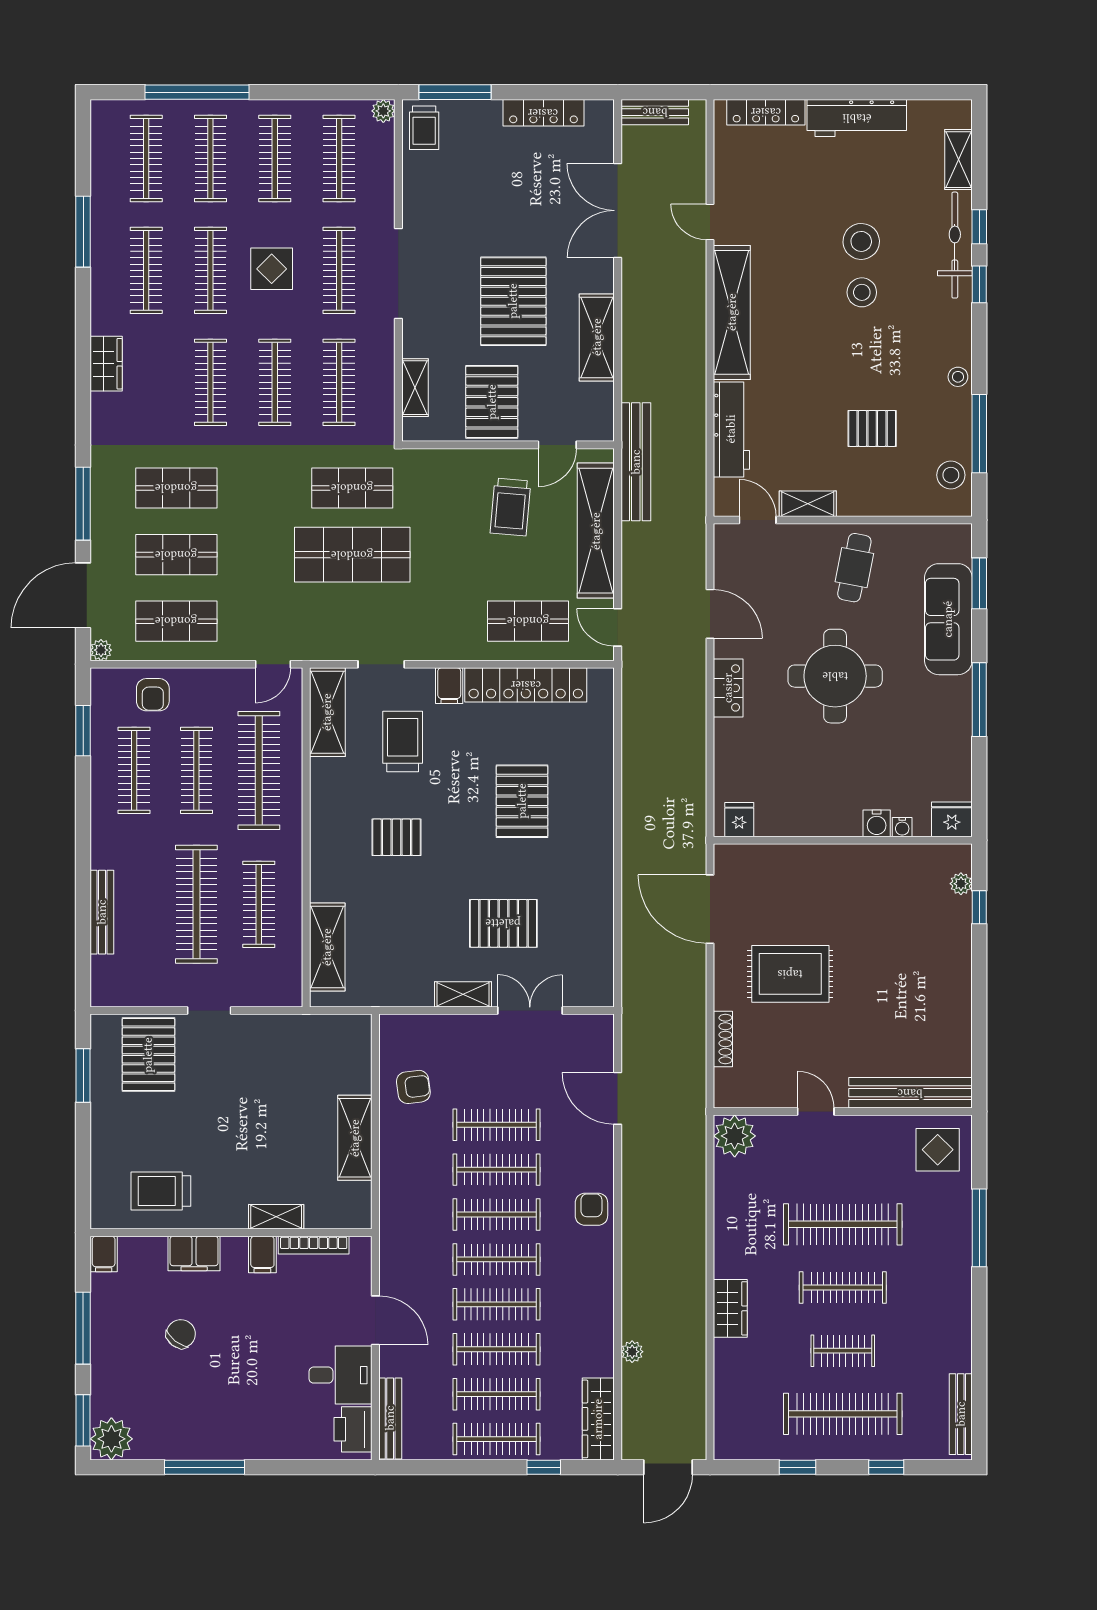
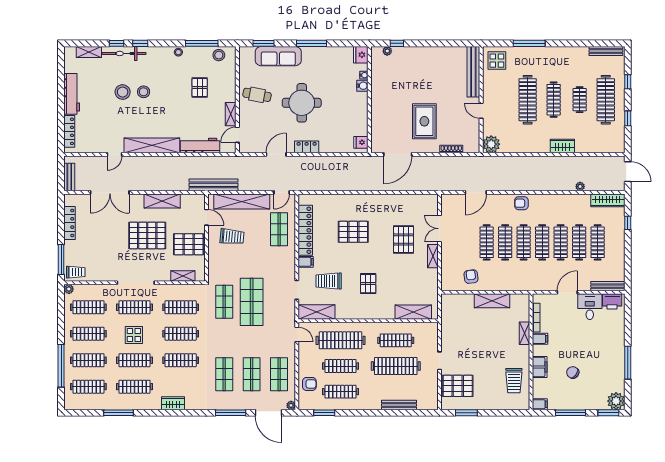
door: (816, 1111) -> (481, 111), hinge flipped
clothes rail: (497, 1439) -> (616, 242), removed

